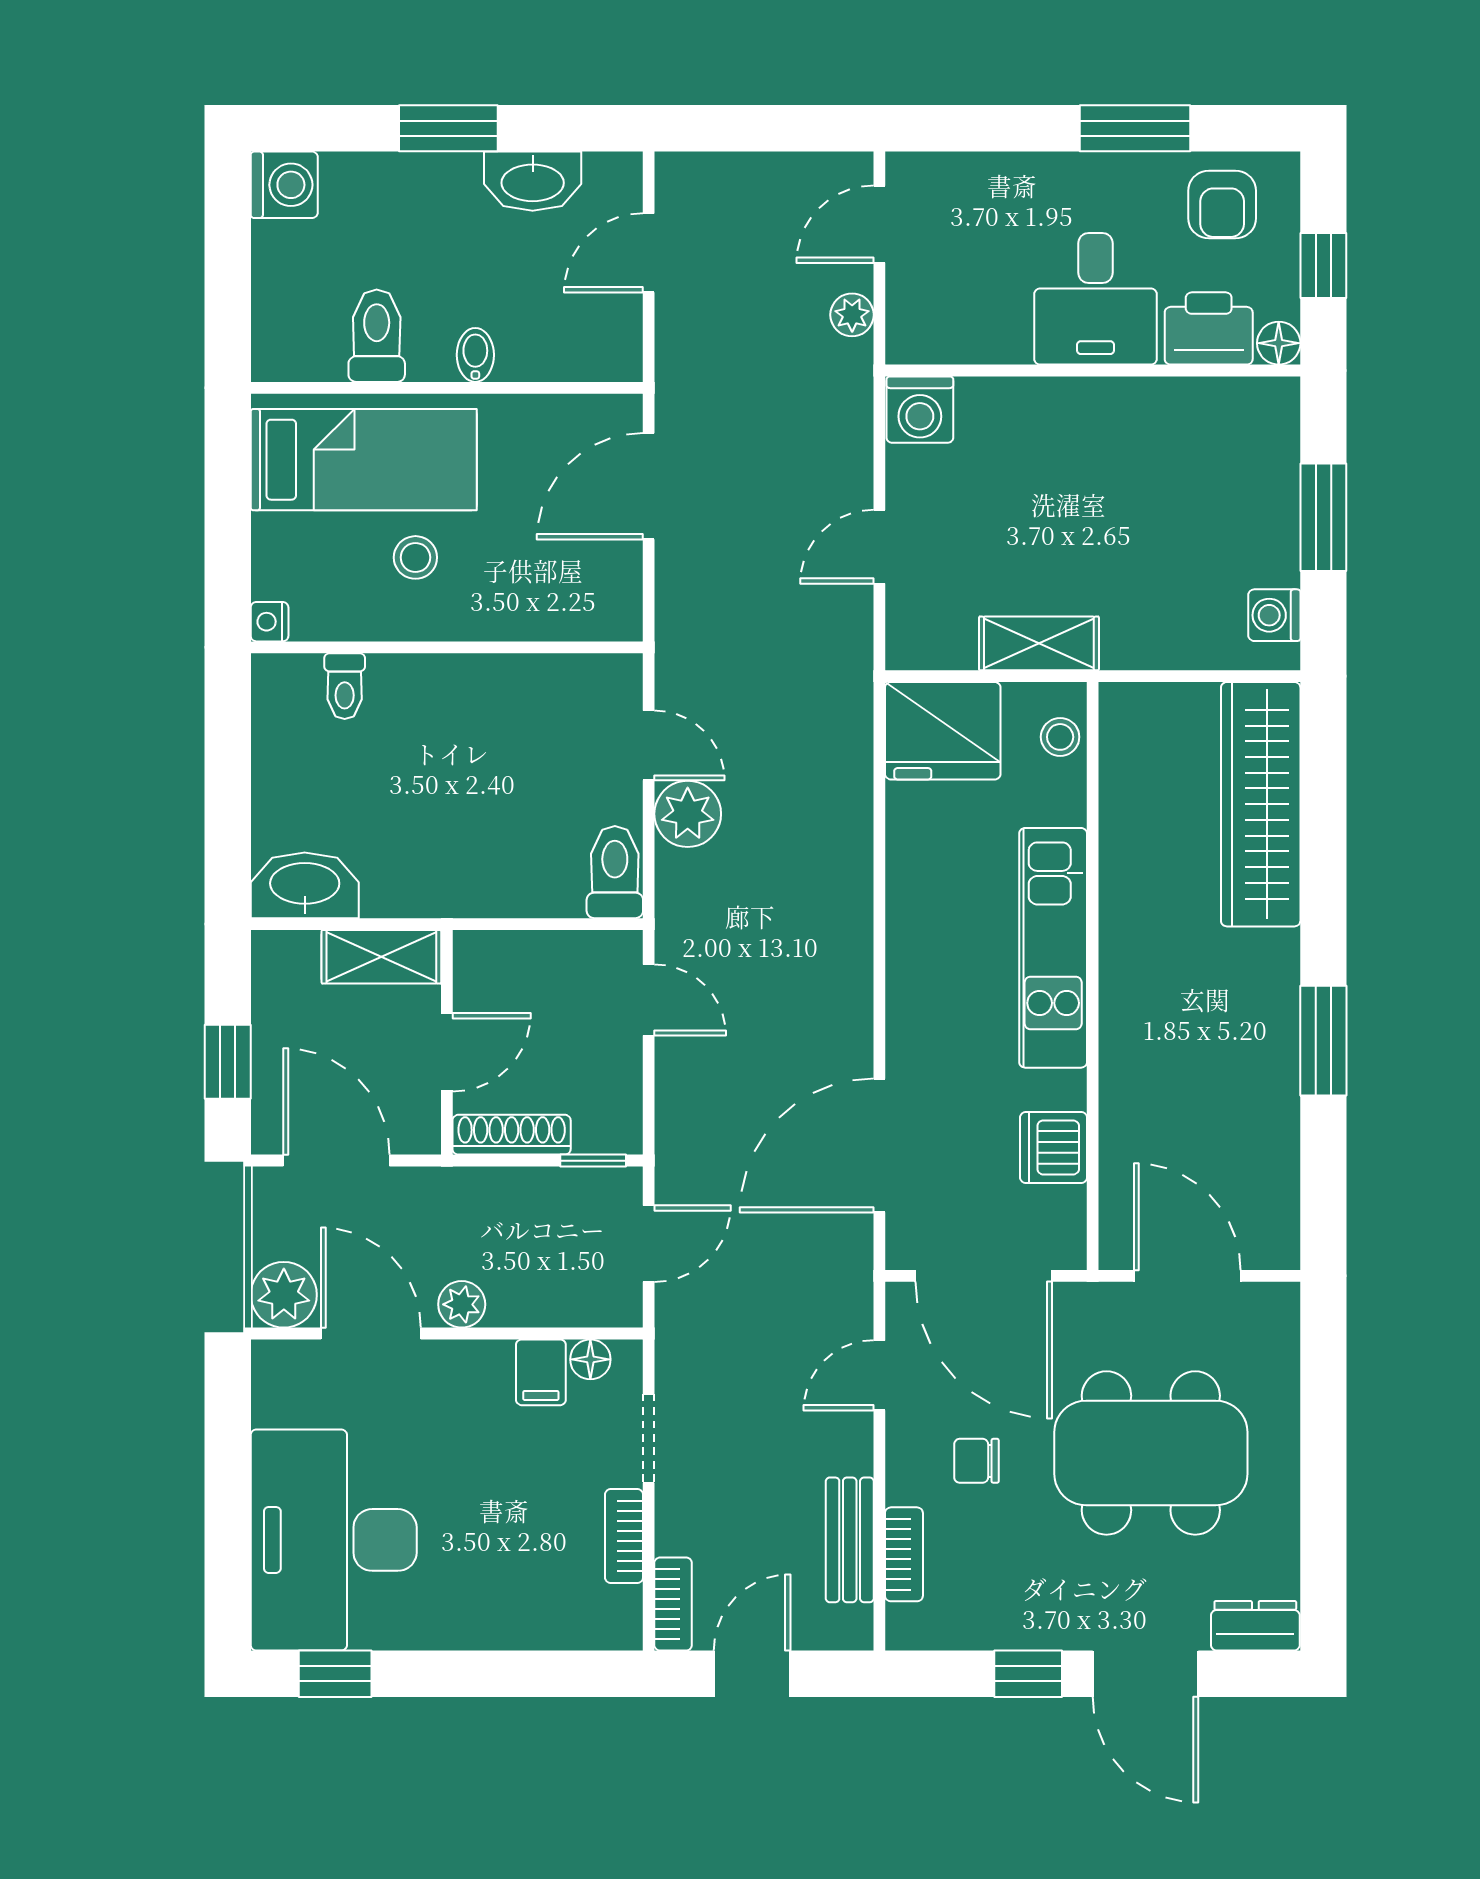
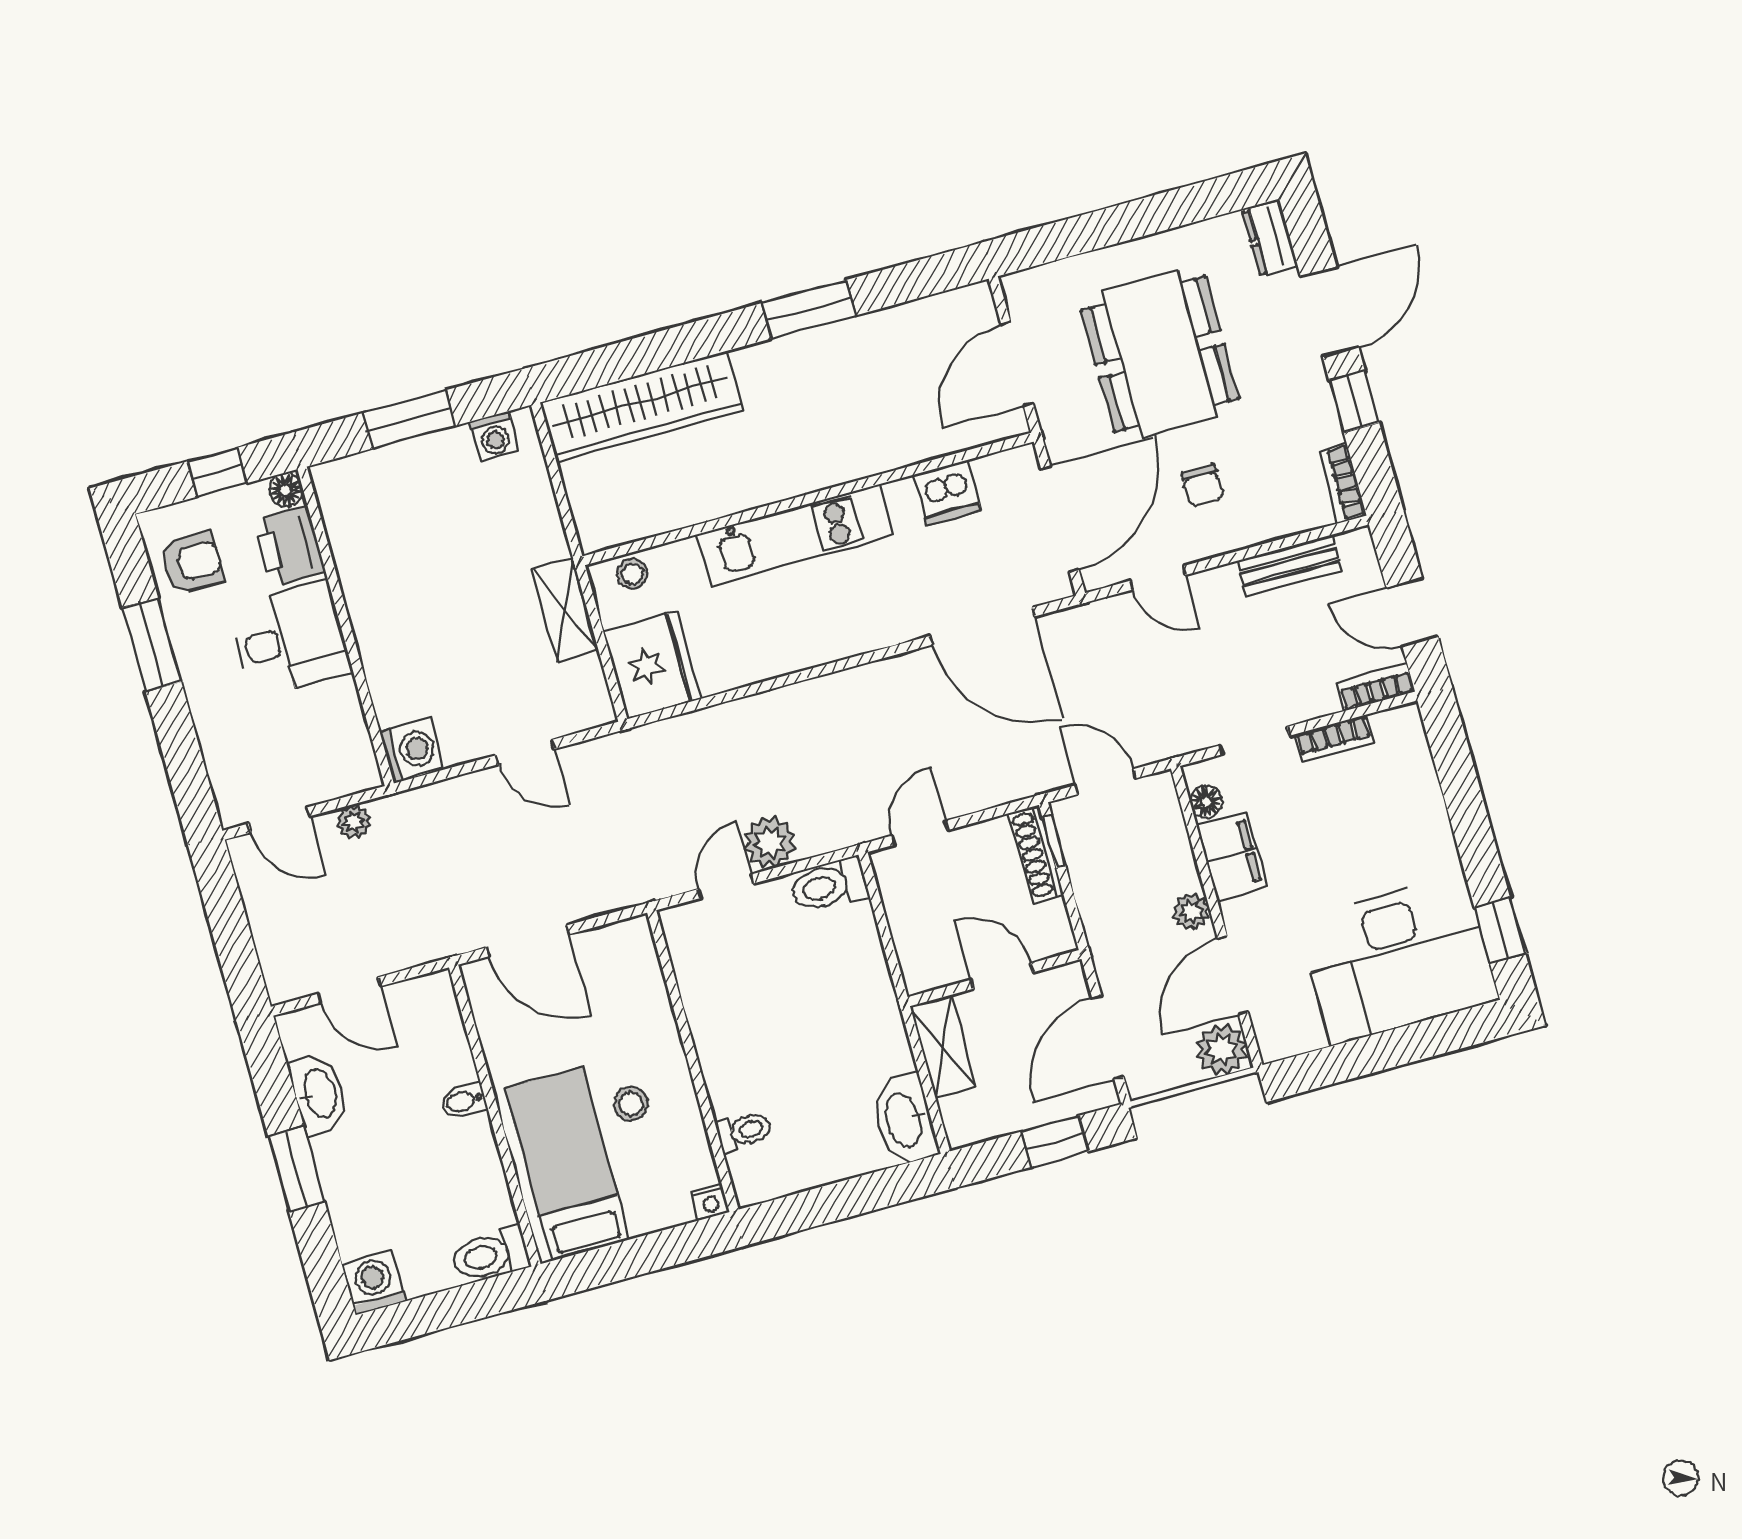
toilet: (377, 336) -> (490, 1255), moved
shoe rack: (512, 1135) -> (1036, 854), moved
filing cabinet: (541, 1372) -> (1232, 856), width x2.00
bookcase: (904, 1554) -> (1342, 484), moved, turned -90

